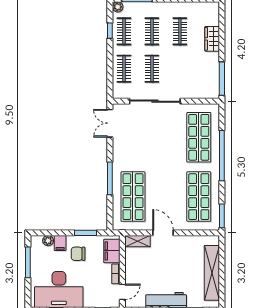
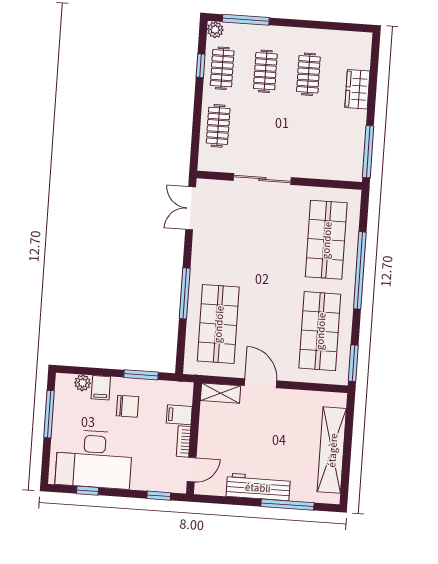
clothes rail: (152, 69) -> (261, 129), removed
sliding door: (155, 101) -> (262, 179), width x0.73
filing cabinet: (112, 251) -> (179, 415), width x0.50
chair: (78, 254) -> (127, 406), turned 180

